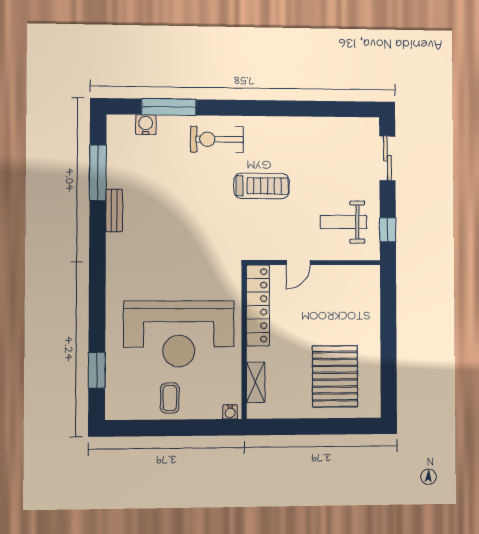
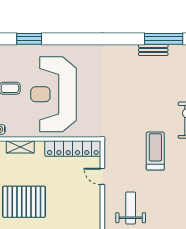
treadmill: (262, 186) -> (155, 151), turned 180
bench: (114, 211) -> (153, 50), moved

